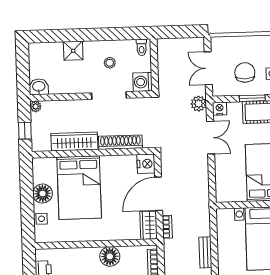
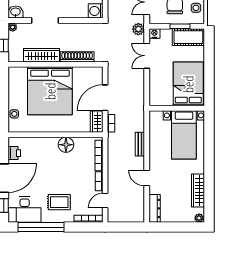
doorway: (109, 95) -> (45, 21), moved
double door: (211, 138) -> (147, 56), swing flipped
nightstand: (146, 164) -> (96, 74), removed
bed: (79, 188) -> (50, 91), width x1.36
floor lamp: (43, 194) -> (16, 94), removed

